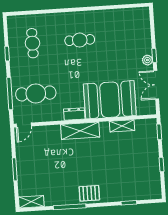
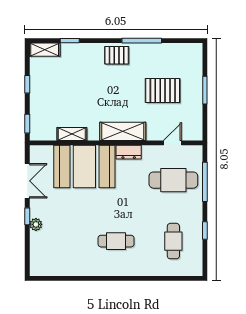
plant: (147, 60) -> (36, 224), moved
door: (24, 125) -> (173, 143), moved
pallet: (50, 167) -> (163, 91), added
shelving: (31, 202) -> (45, 50), moved

